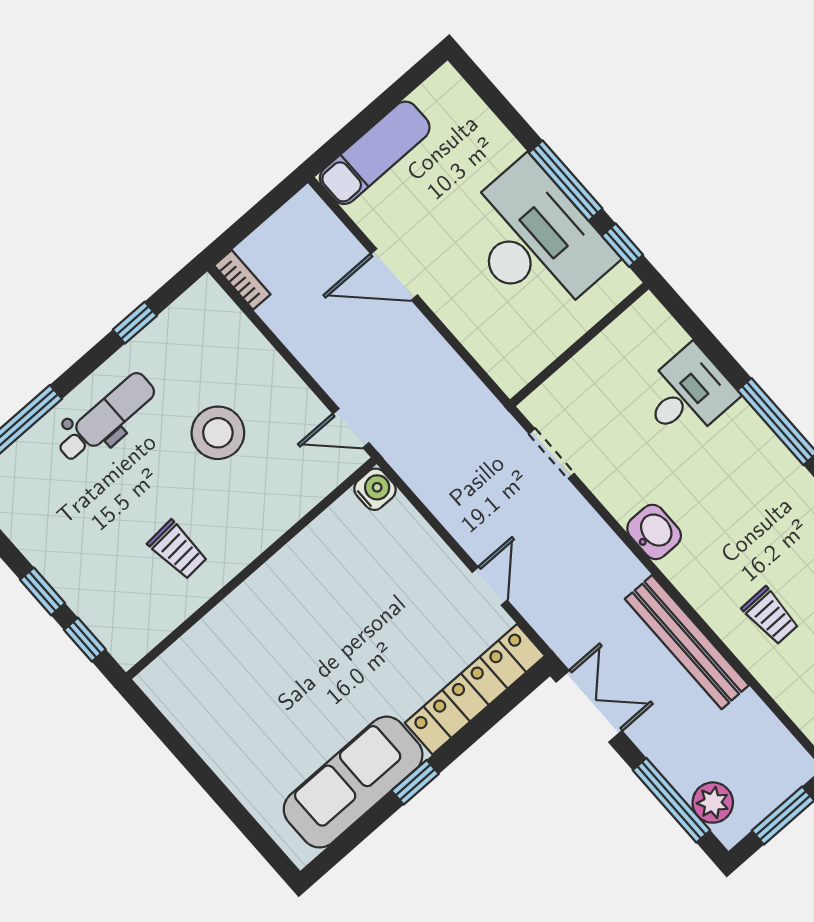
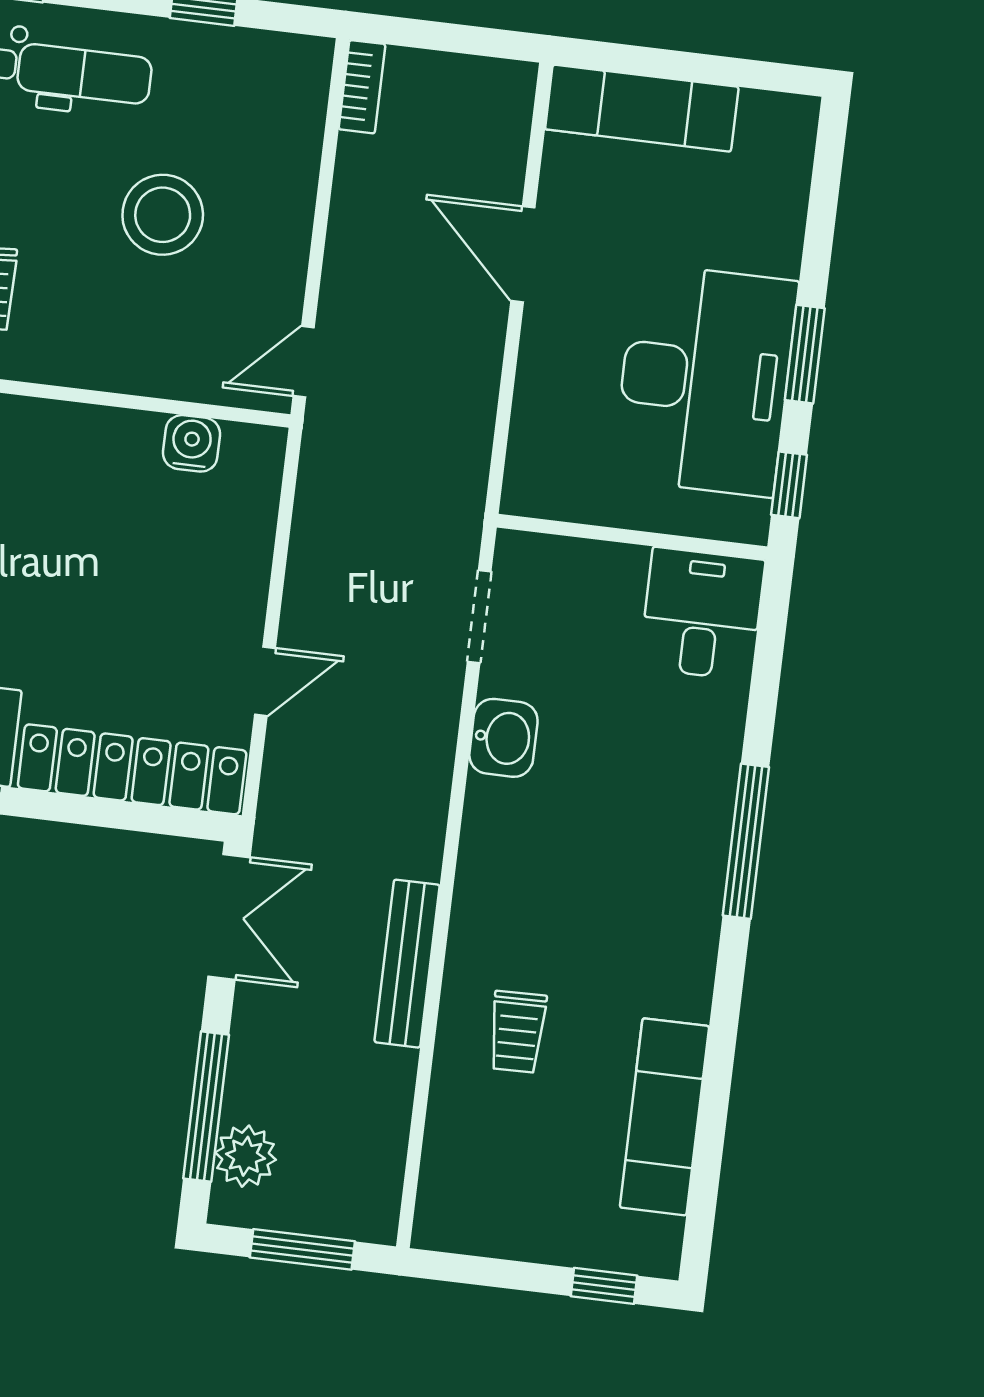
window: (566, 181) -> (805, 354), width x0.69
desk: (688, 394) -> (702, 614), moved, turned -90
door: (351, 428) -> (304, 362), hinge flipped
water cooler: (375, 489) -> (191, 443), moved, turned -90
washbasin: (654, 532) -> (503, 738), moved
bench: (687, 642) -> (407, 964), width x0.73, depth x0.82

